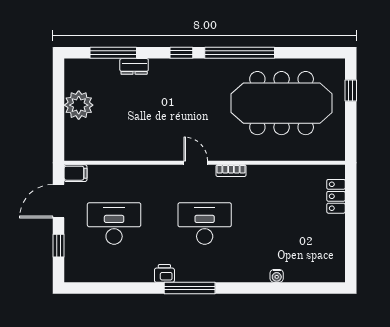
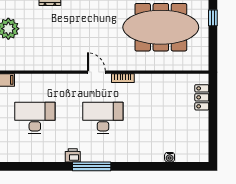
water cooler: (277, 276) -> (170, 157), moved

